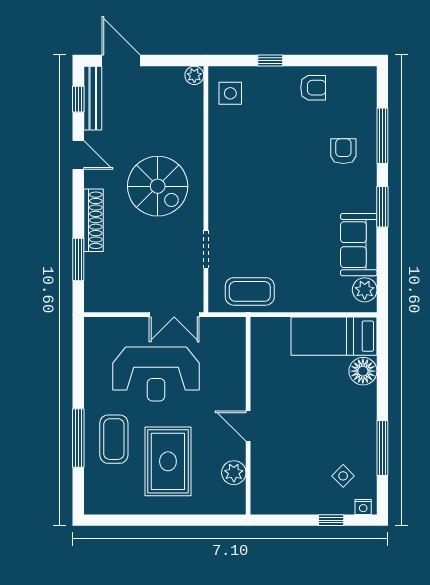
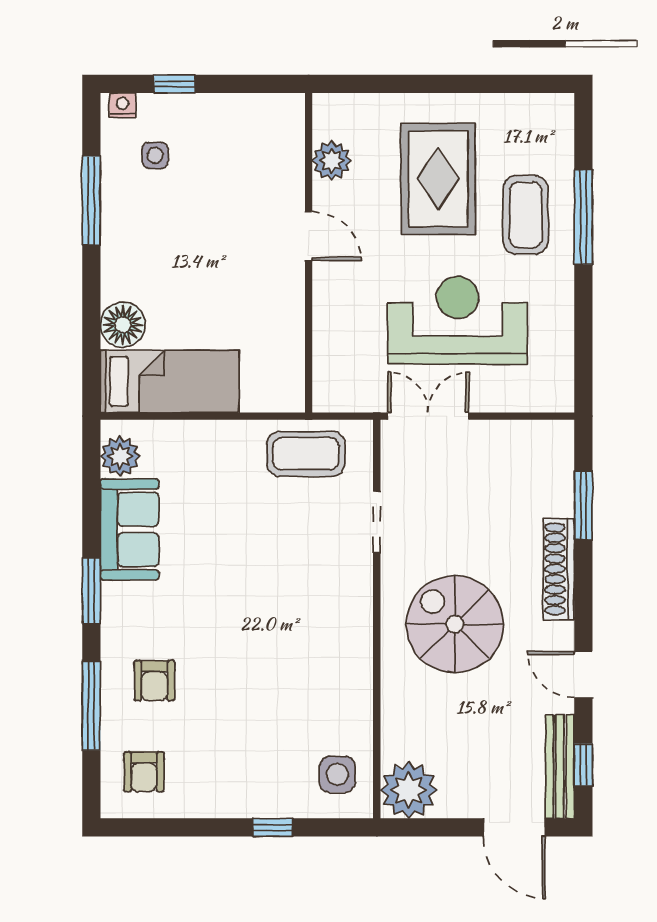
plant: (194, 75) -> (409, 790), width x1.87, depth x1.87
armchair: (313, 88) -> (144, 772), moved, turned -90
side table: (343, 476) -> (155, 155), turned 45

